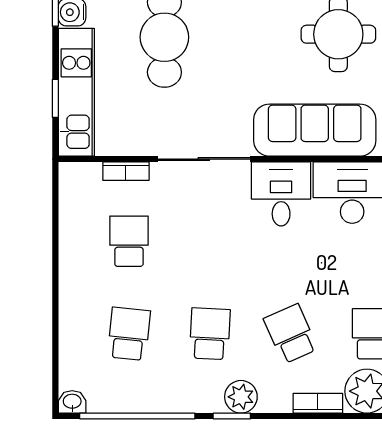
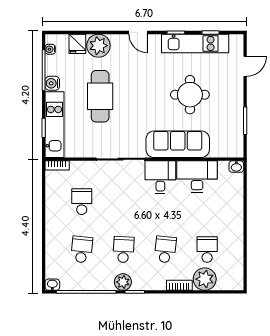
bookcase: (126, 171) -> (57, 165), moved
school desk: (291, 334) -> (165, 249), turned 30
plant: (241, 397) -> (123, 282), moved

